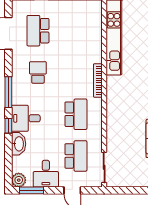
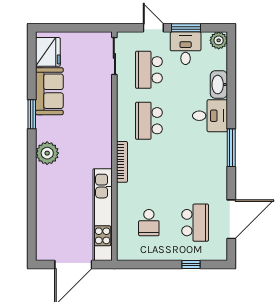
school desk: (38, 72) -> (149, 223), moved
window: (8, 126) -> (231, 107), removed
window: (31, 190) -> (186, 28), moved

